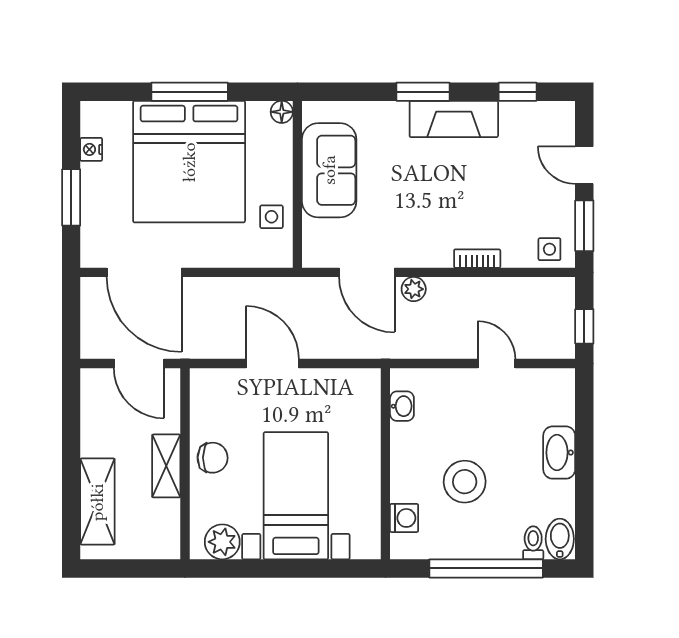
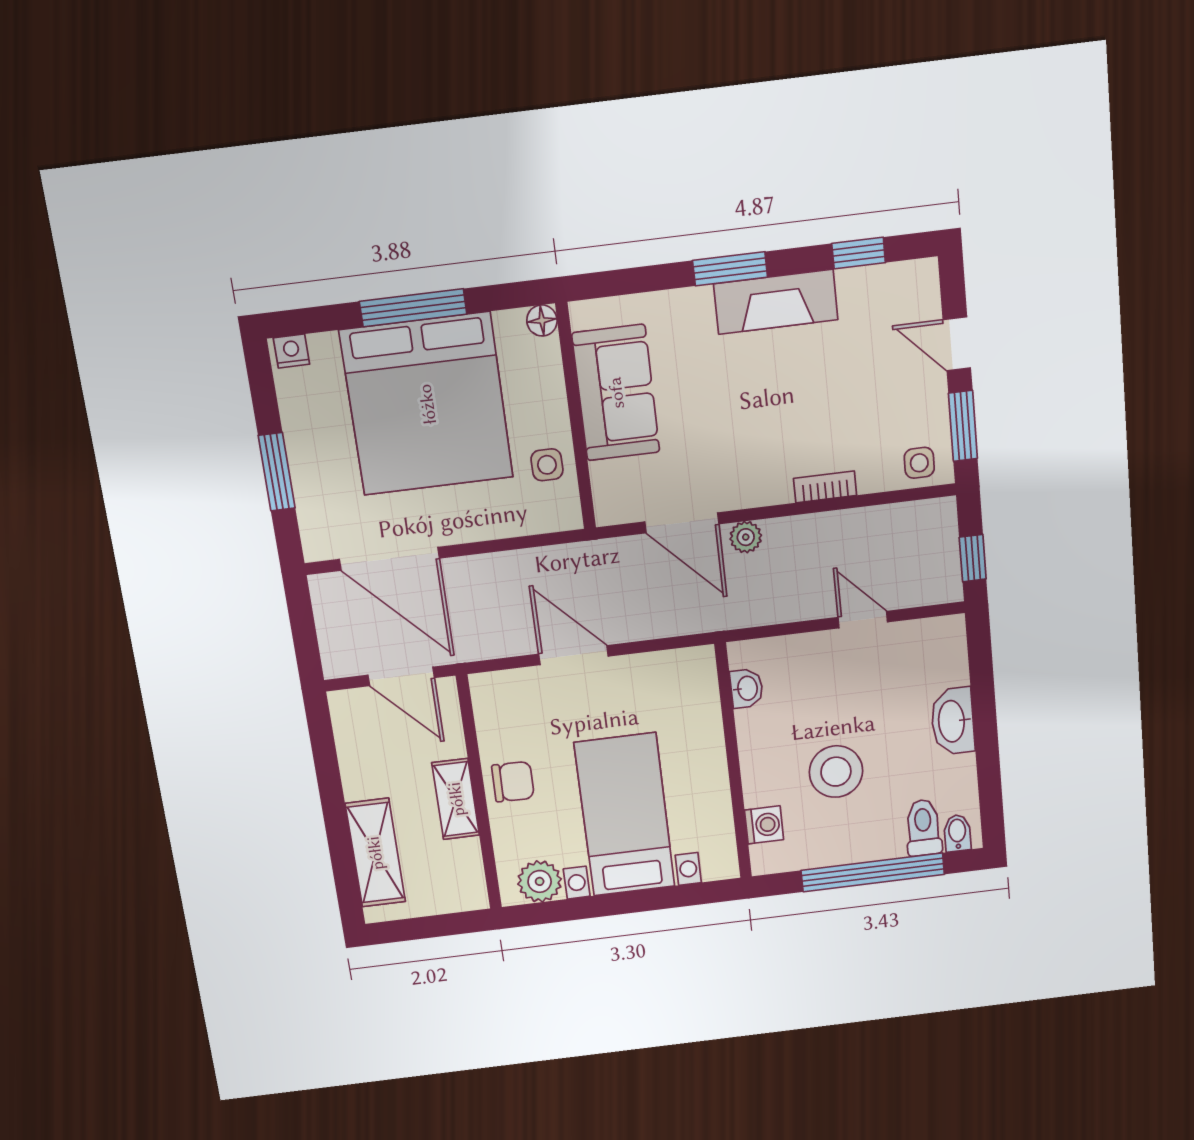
nightstand: (91, 149) -> (291, 351), moved, turned 90
bidet: (560, 539) -> (957, 833), width x0.72, depth x0.74
toilet: (533, 543) -> (923, 828), width x1.37, depth x1.39

